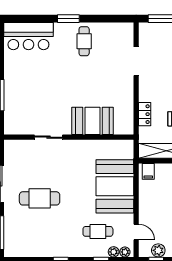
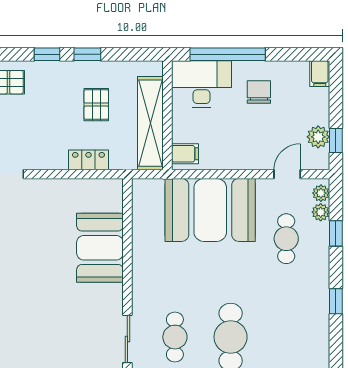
sliding door: (48, 137) -> (127, 339), moved
cafe table: (40, 165) -> (175, 337), added

